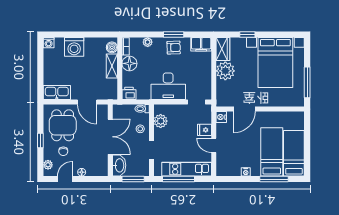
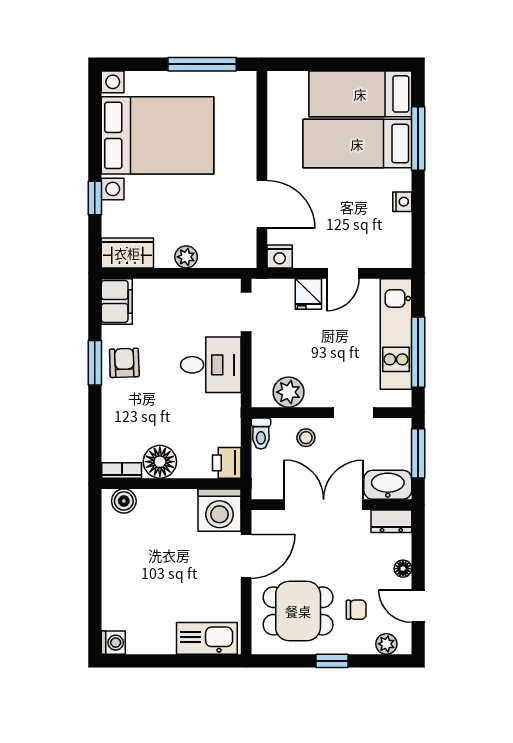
plant: (148, 42) -> (112, 421), removed
washing machine: (74, 47) -> (220, 510), moved, turned 90
shelving: (112, 66) -> (165, 501), removed
plant: (225, 71) -> (186, 257), width x0.53, depth x0.53
desk: (168, 86) -> (211, 365), width x0.73
kitchen sink: (57, 93) -> (207, 638), moved, turned 90
dresser: (103, 167) -> (391, 521), added

